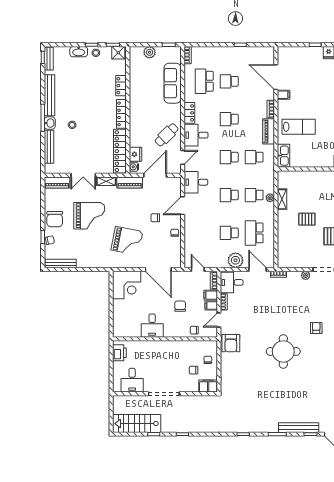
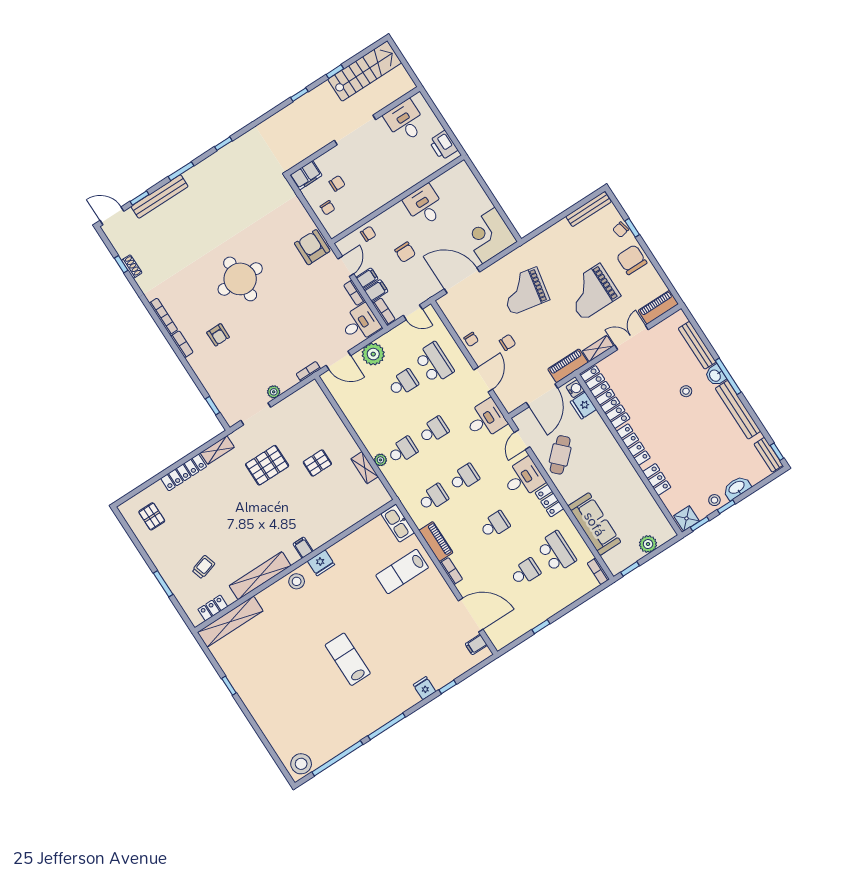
filing cabinet: (283, 95) -> (476, 645), moved
school desk: (254, 233) -> (434, 363), moved

